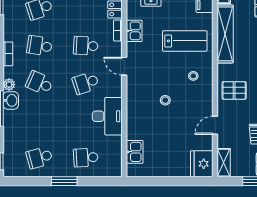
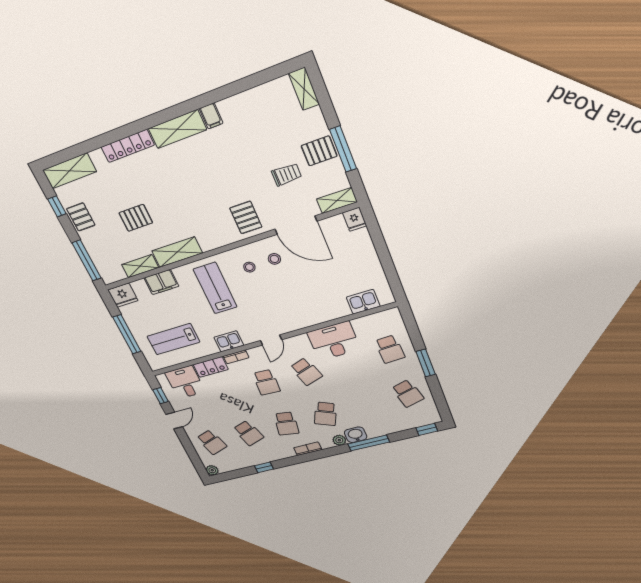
shelving: (225, 34) -> (177, 252), width x0.68
stool: (165, 100) -> (274, 259), moved
door: (215, 125) -> (296, 225), width x1.87
fridge: (202, 164) -> (355, 219), width x0.53, depth x0.75

